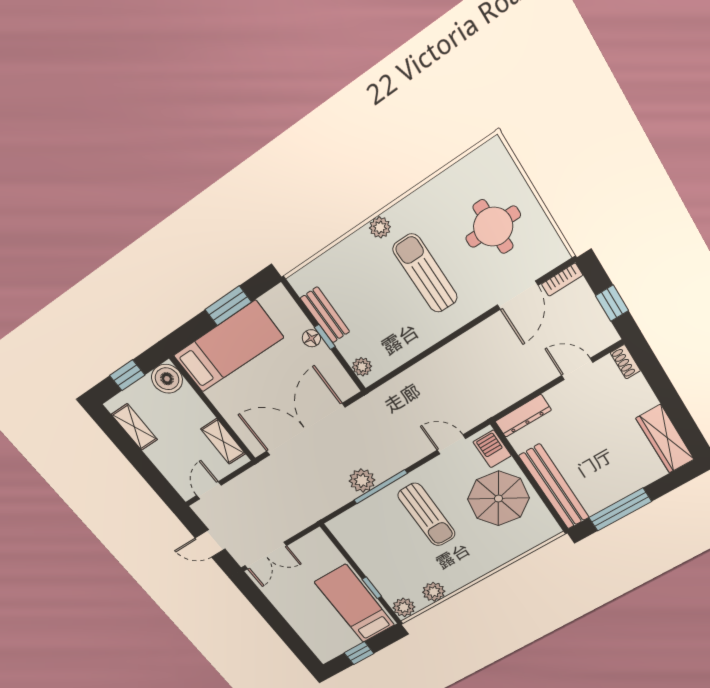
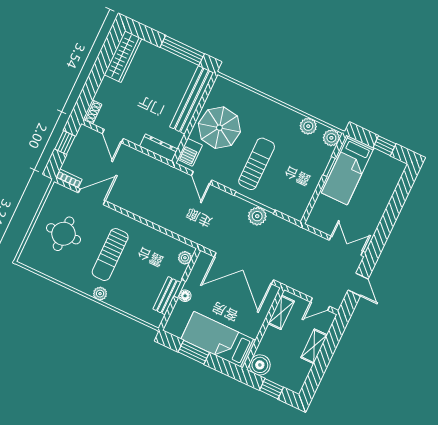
shelving: (134, 427) -> (314, 346), moved

